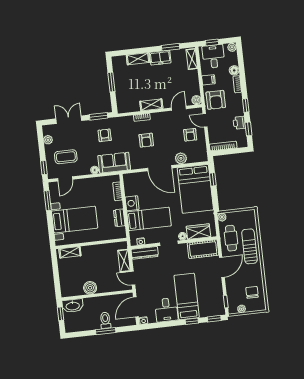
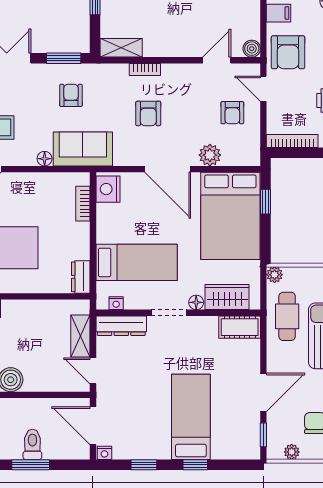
shelving: (151, 105) -> (121, 48), moved
nightstand: (132, 203) -> (108, 189), moved
dresser: (119, 218) -> (81, 277), moved
cot: (203, 249) -> (240, 327), width x0.73, depth x0.75
door: (222, 267) -> (263, 392), moved
door: (136, 307) -> (93, 426), hinge flipped
desk: (166, 310) -> (150, 438), removed
window: (214, 319) -> (144, 465), moved

